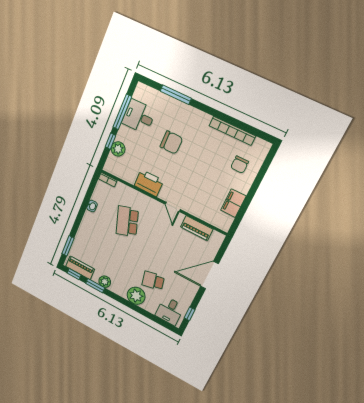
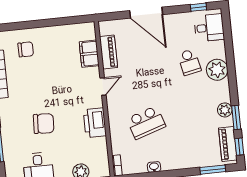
chair: (171, 142) -> (44, 124), turned 93
filing cabinet: (233, 203) -> (89, 54), moved, turned 90

